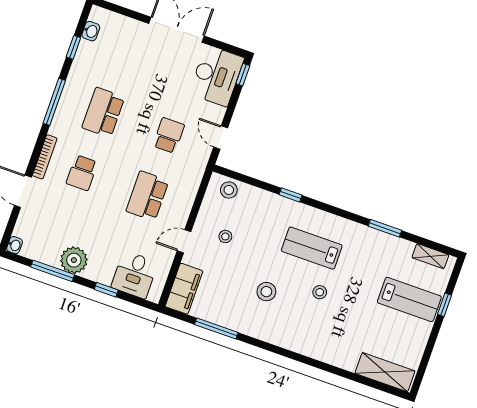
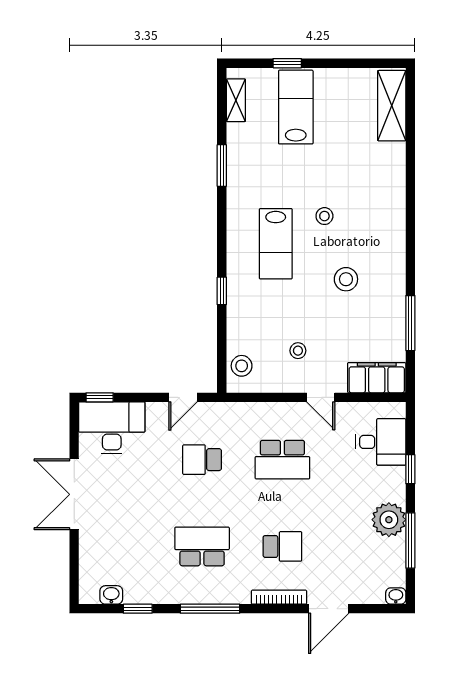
school desk: (103, 112) -> (202, 546), turned 180

